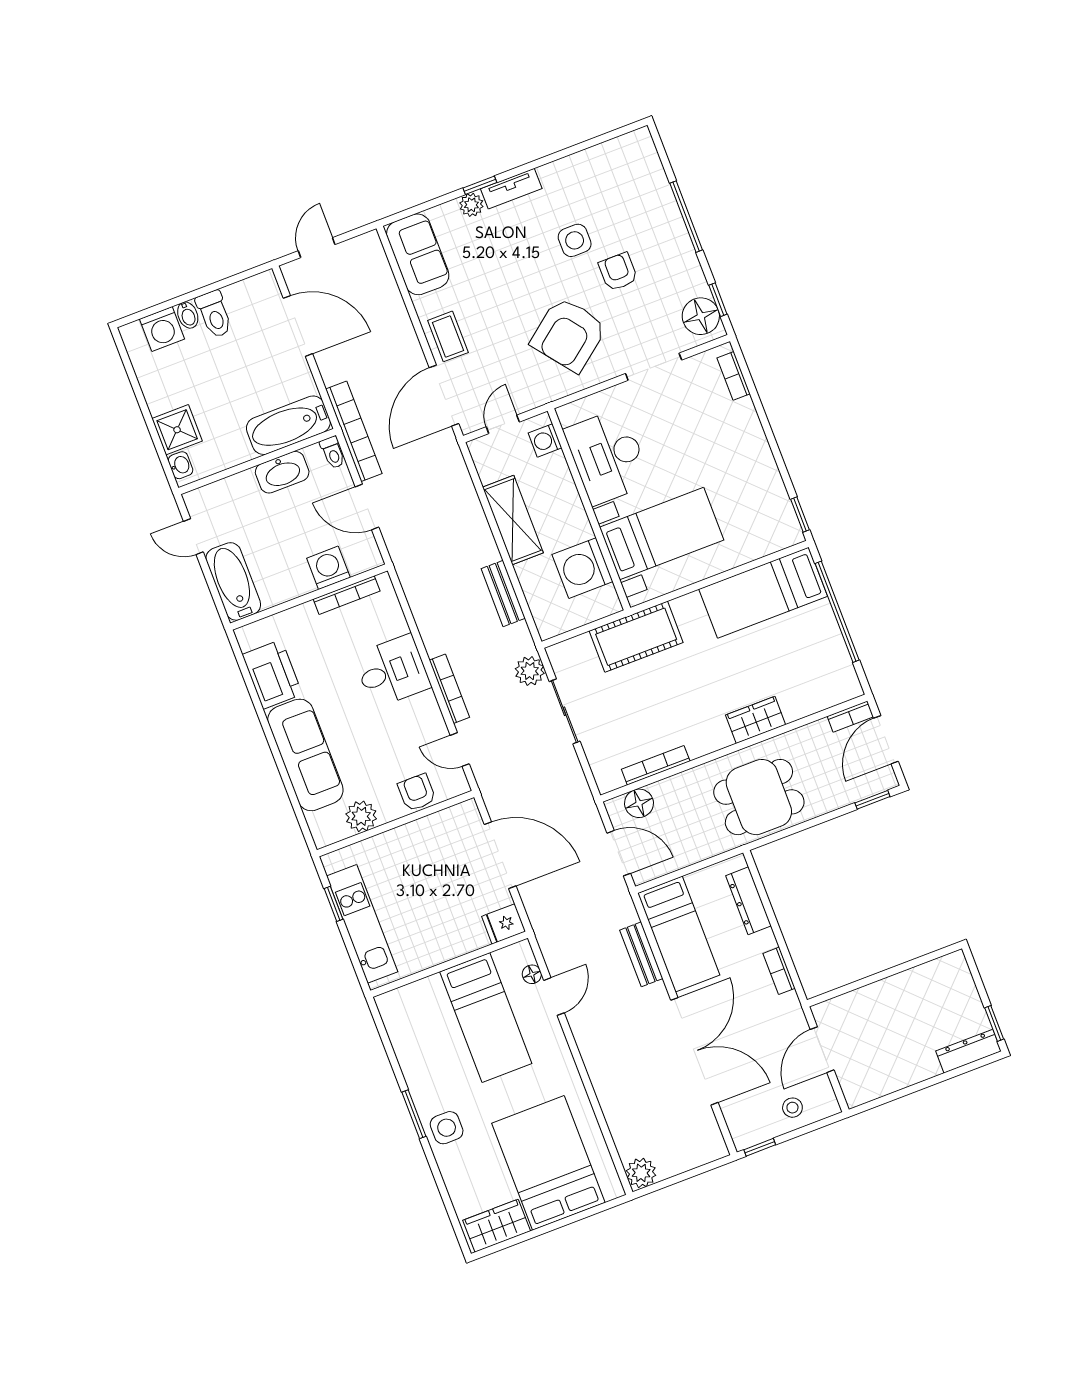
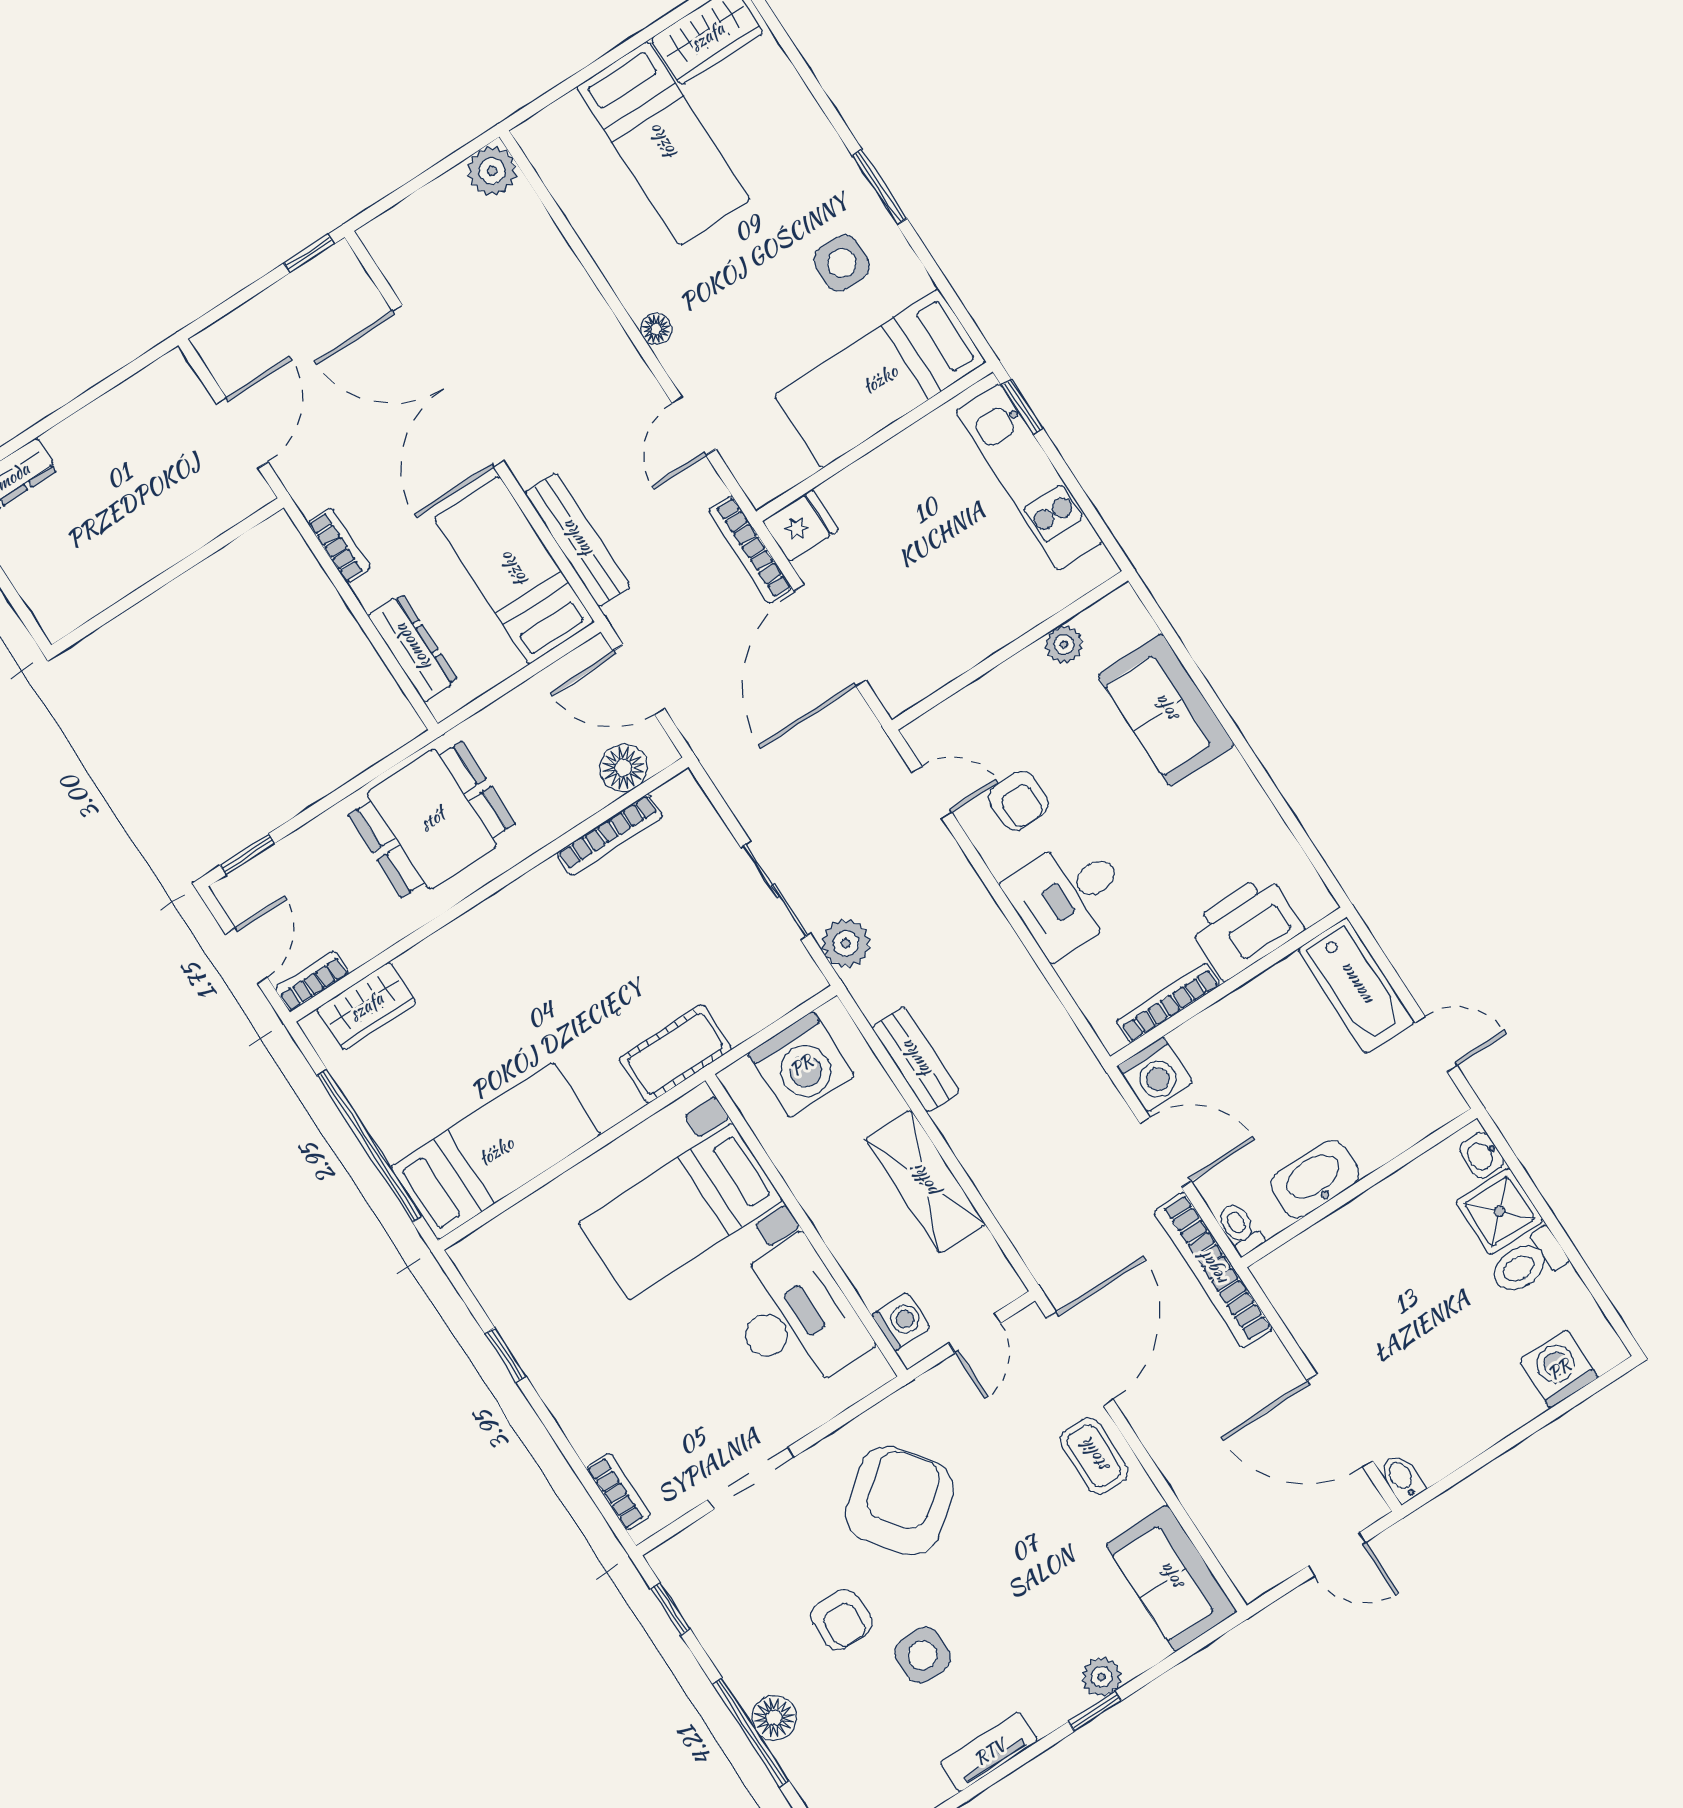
tv unit: (511, 189) -> (989, 1752), moved
door: (317, 248) -> (1337, 1554), hinge flipped
toilet: (214, 314) -> (1528, 1263), moved, turned -90
bidet: (188, 315) -> (1402, 1478), moved
floor lamp: (701, 316) -> (774, 1718), moved, width x0.73, depth x0.73
bathtub: (288, 425) -> (1321, 1257), removed
window: (800, 514) -> (506, 1355), moved
washing machine: (328, 568) -> (1155, 1074), moved
washing machine: (582, 568) -> (801, 1065), moved, turned 90
cot: (636, 637) -> (675, 1054), width x0.73, depth x0.75
printer: (272, 674) -> (1246, 927), moved, turned 90
bookcase: (449, 689) -> (750, 549), moved
wardrobe: (756, 720) -> (366, 1006), moved
door: (886, 740) -> (246, 956), width x0.73
sofa: (305, 755) -> (1166, 710), width x0.73
armchair: (417, 792) -> (1019, 801), moved
plant: (361, 816) -> (1064, 644), width x0.73, depth x0.73
door: (500, 855) -> (830, 636), hinge flipped
window: (334, 904) -> (1022, 407), moved
bench: (641, 954) -> (577, 540), width x1.36
floor lamp: (532, 974) -> (656, 329), moved
bed: (486, 1018) -> (880, 379), moved, turned -90
stool: (792, 1108) -> (270, 329), removed
side table: (447, 1128) -> (842, 263), moved
bed: (548, 1163) -> (663, 143), width x0.67

